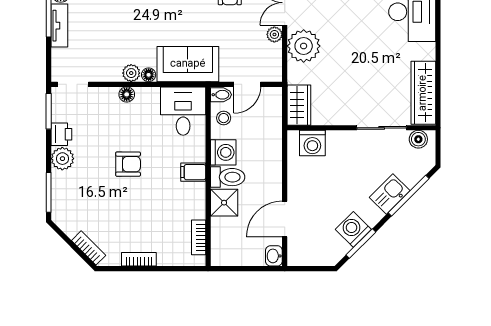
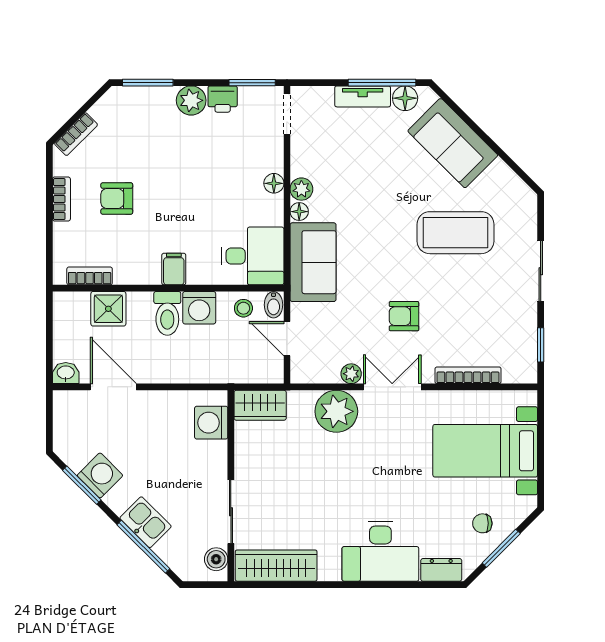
armchair: (128, 164) -> (117, 198), moved, turned 90
shower: (224, 203) -> (108, 309), moved

